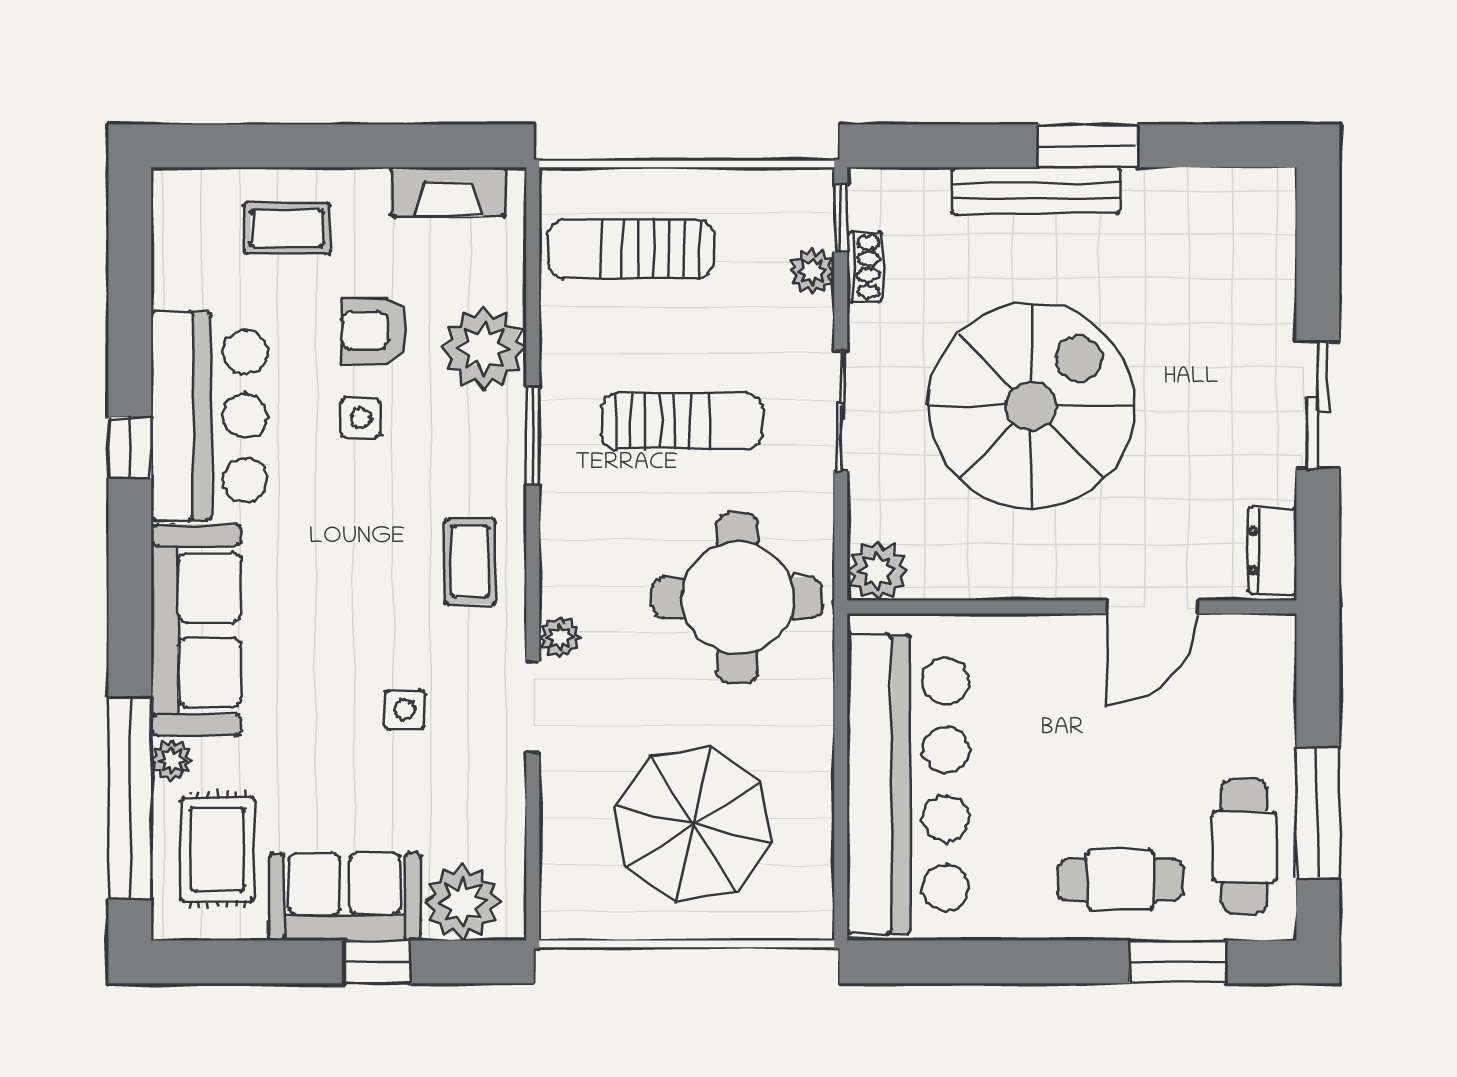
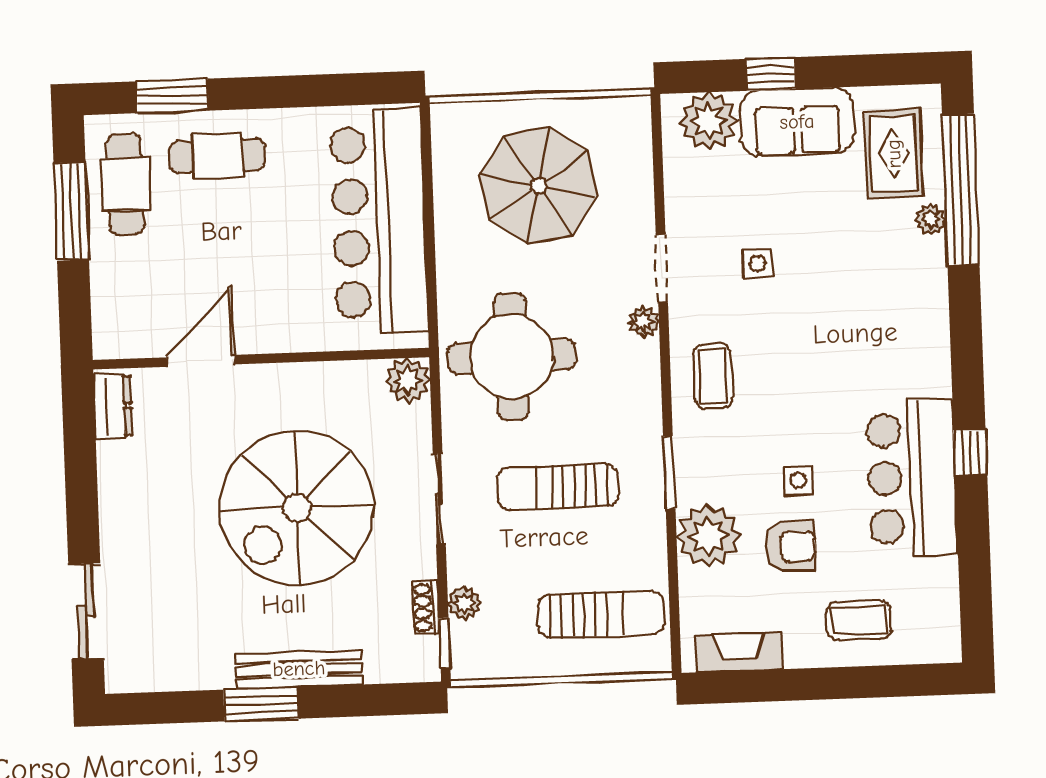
sliding door: (1318, 405) -> (86, 611), moved
sofa: (196, 630) -> (916, 317), removed

